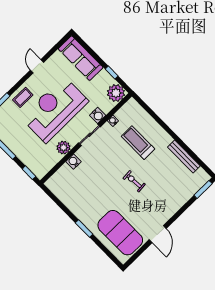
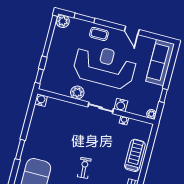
door: (37, 66) -> (132, 30), swing flipped
plant: (116, 93) -> (151, 114), width x0.53, depth x0.53
treadmill: (138, 143) -> (135, 155), moved
water cooler: (74, 162) -> (41, 100), moved

